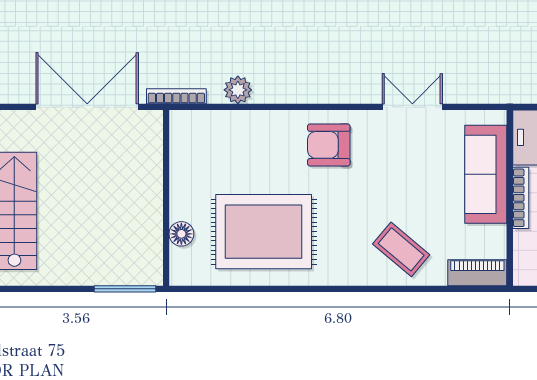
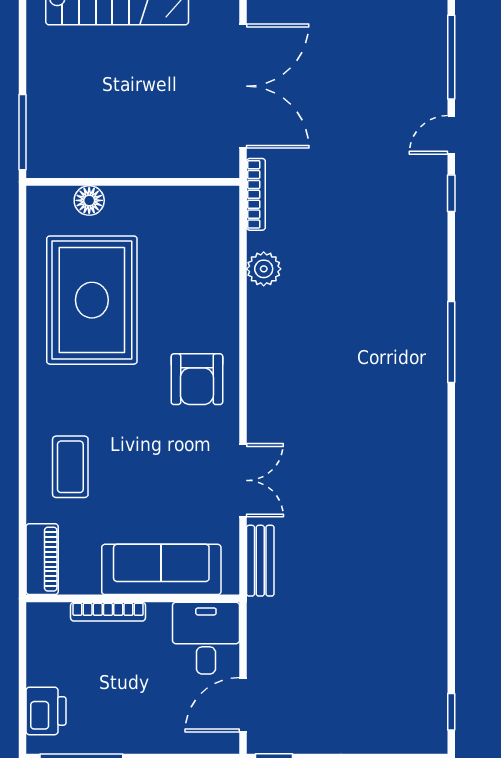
bench: (479, 93) -> (260, 561), added
armchair: (329, 145) -> (197, 379), turned 180
bookcase: (521, 198) -> (108, 612), moved
coffee table: (401, 249) -> (70, 467), turned -40

